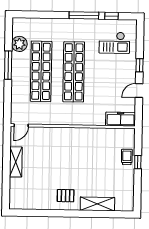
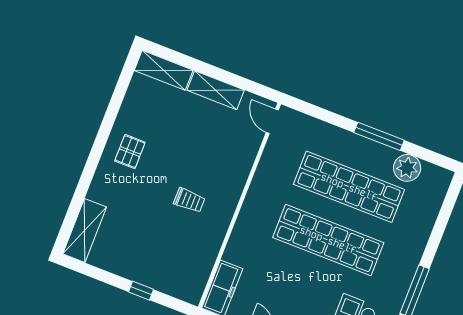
trolley: (127, 157) -> (189, 200), moved
shelving: (15, 194) -> (164, 70), added
shelving: (97, 204) -> (85, 230), moved

